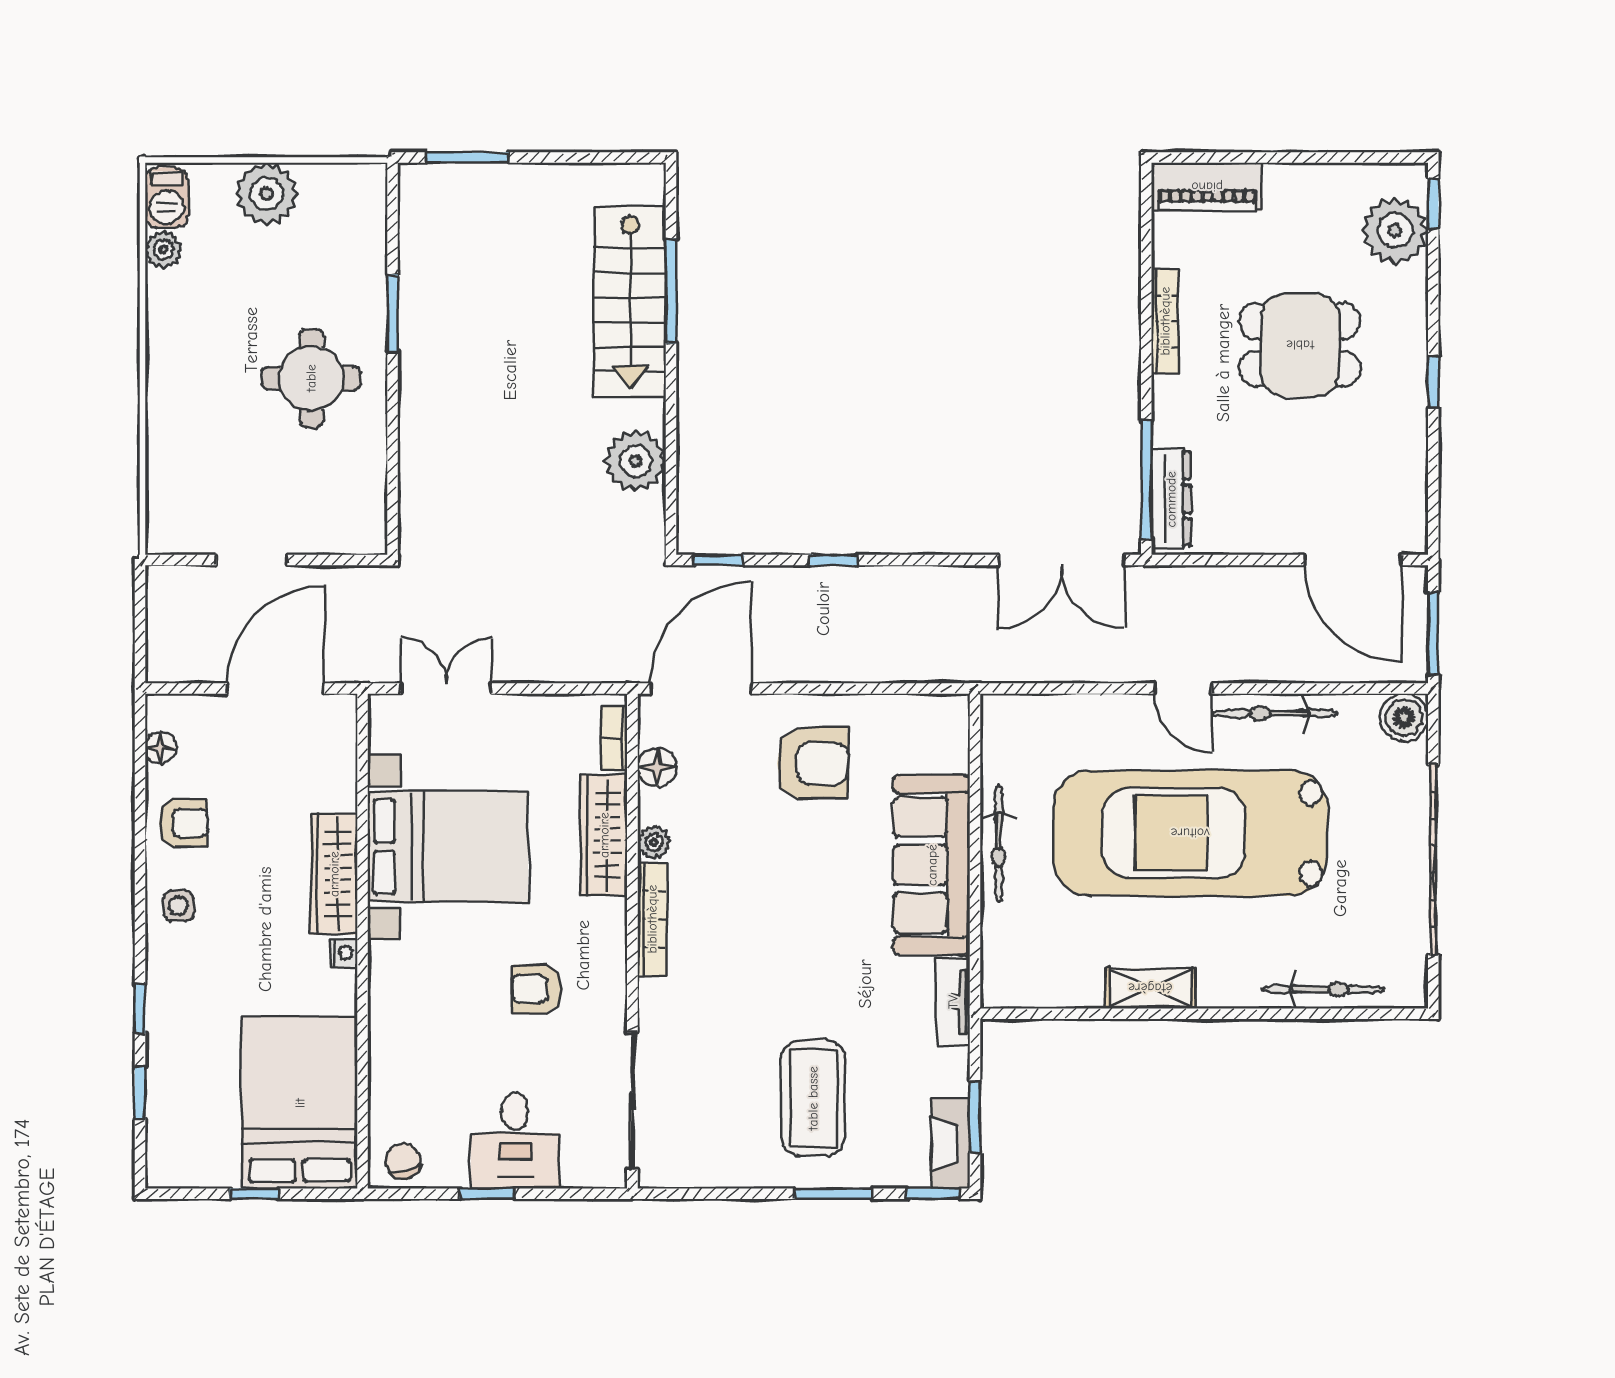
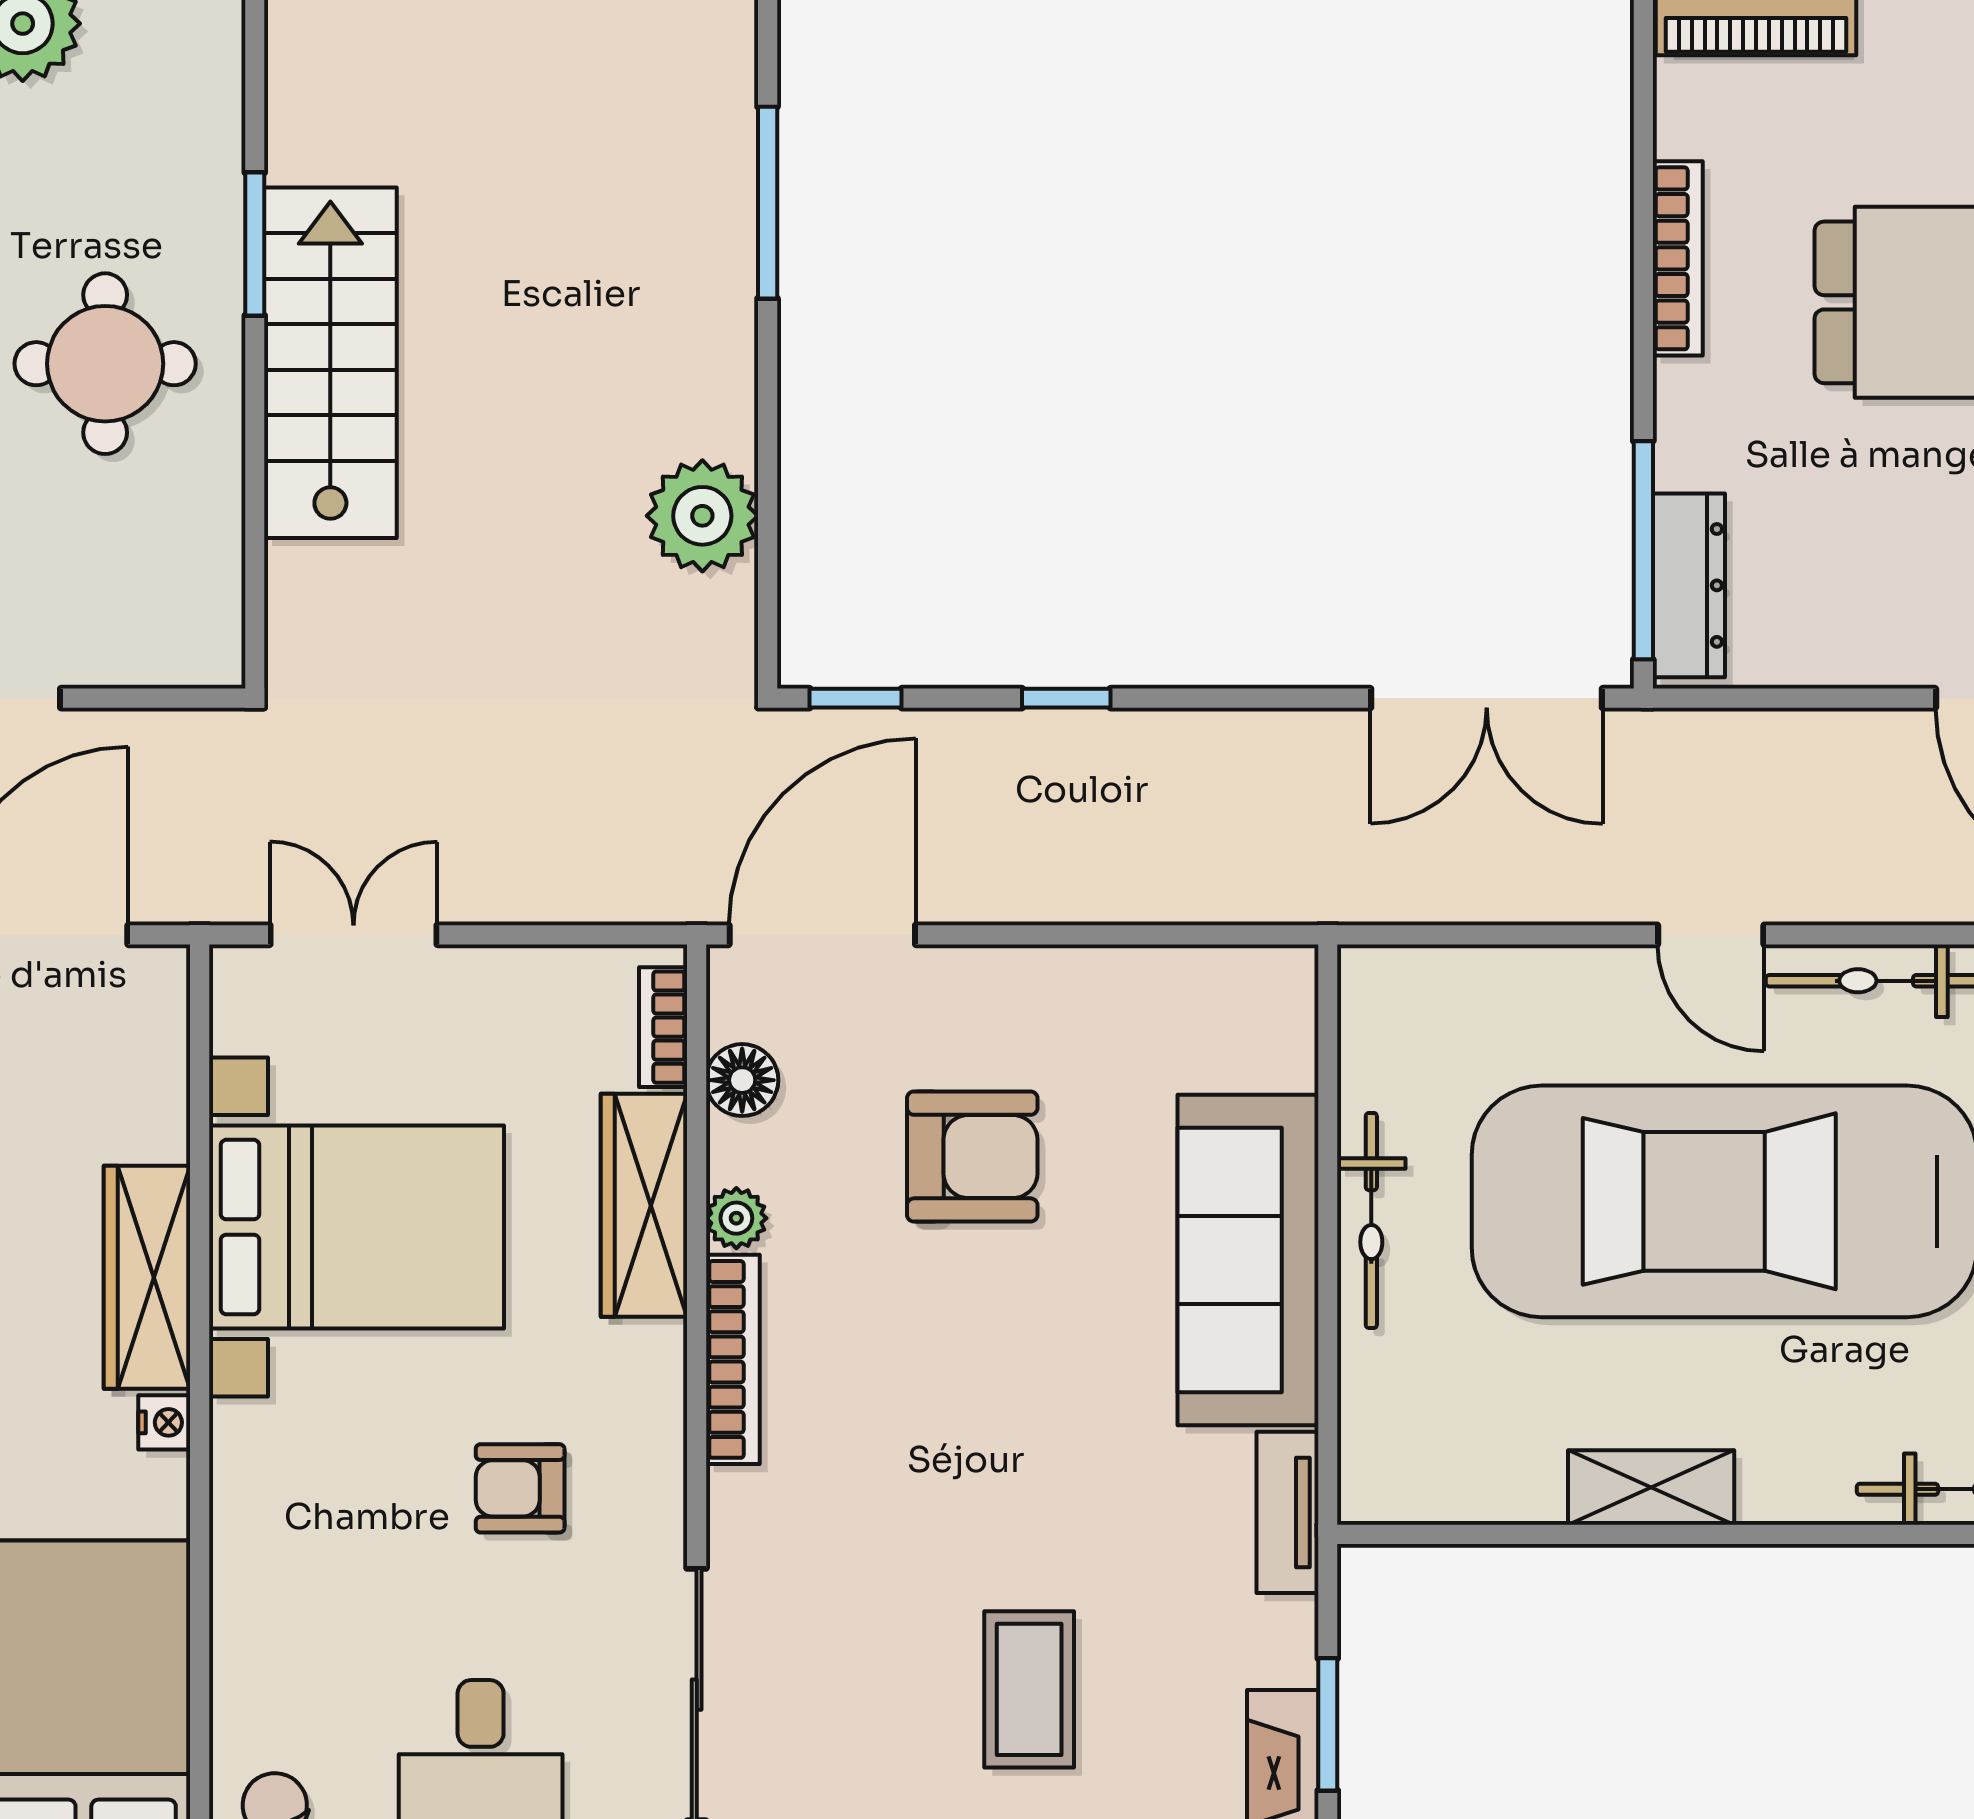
stairs: (630, 301) -> (330, 363), moved, turned 180
armchair: (812, 764) -> (972, 1157), moved
coffee table: (813, 1098) -> (1029, 1689), width x0.73, depth x0.76

